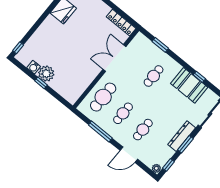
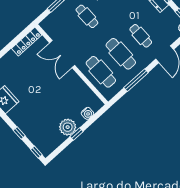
window: (34, 29) -> (19, 133), added
water cooler: (34, 67) -> (87, 113), moved
cafe table: (123, 113) -> (121, 54), width x1.37, depth x1.35

